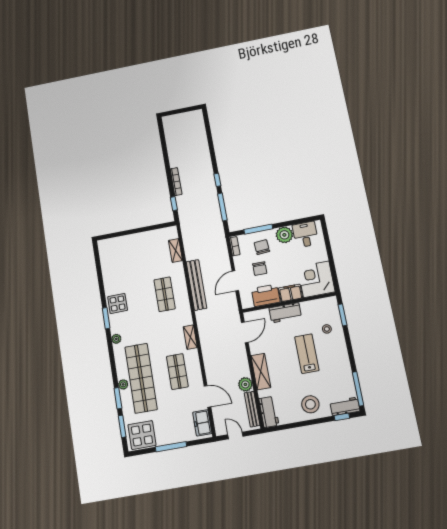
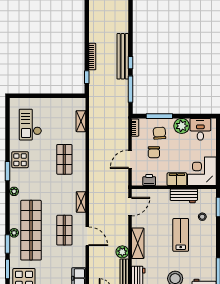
checkout: (123, 264) -> (30, 125), added
bench: (196, 285) -> (123, 56), moved
printer: (266, 295) -> (149, 180), width x0.53, depth x0.68
workbench: (285, 313) -> (184, 196), moved
door: (207, 396) -> (87, 236), moved

